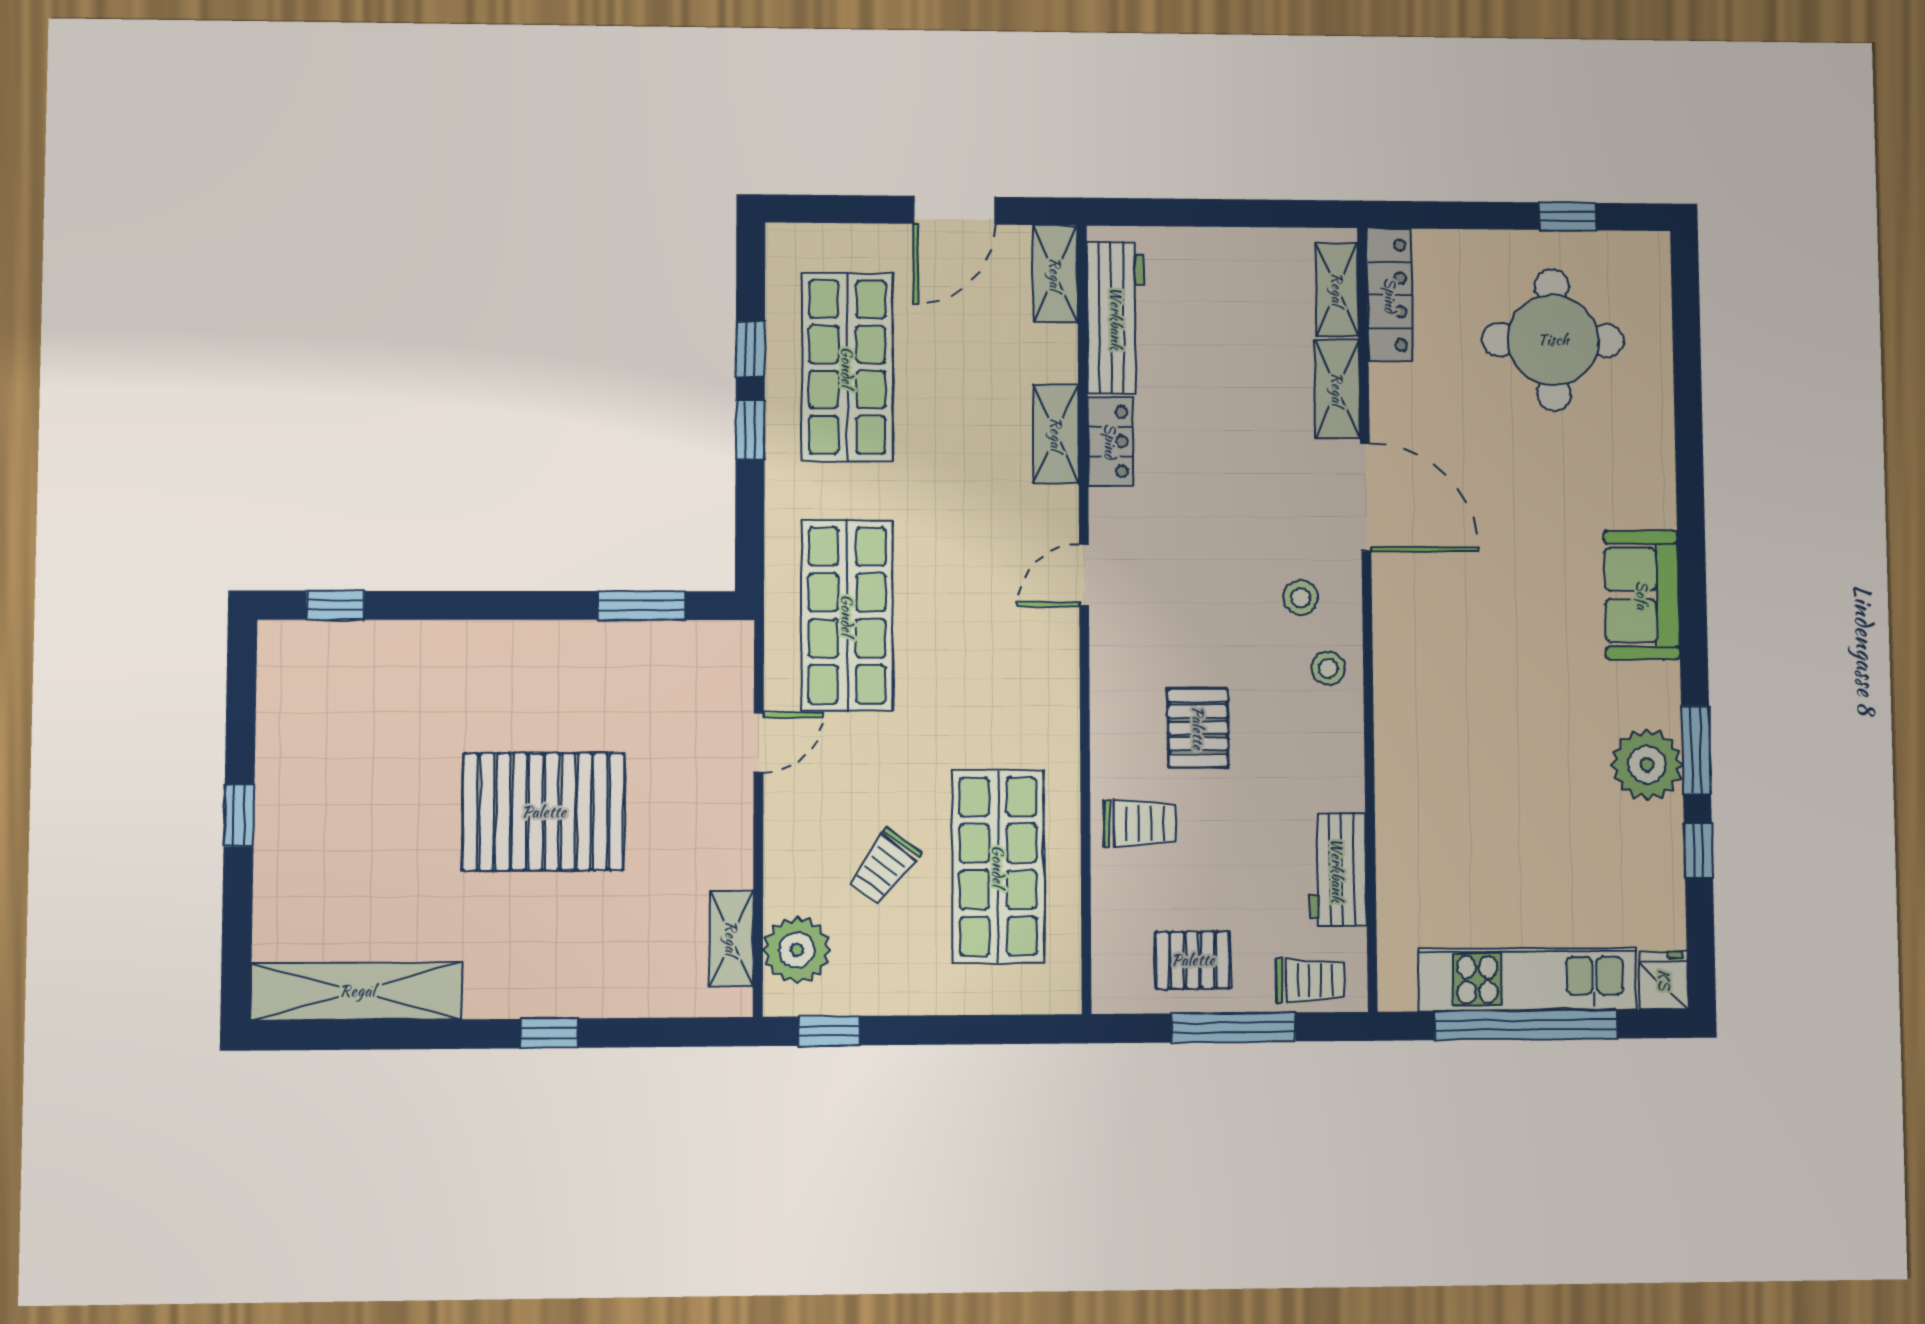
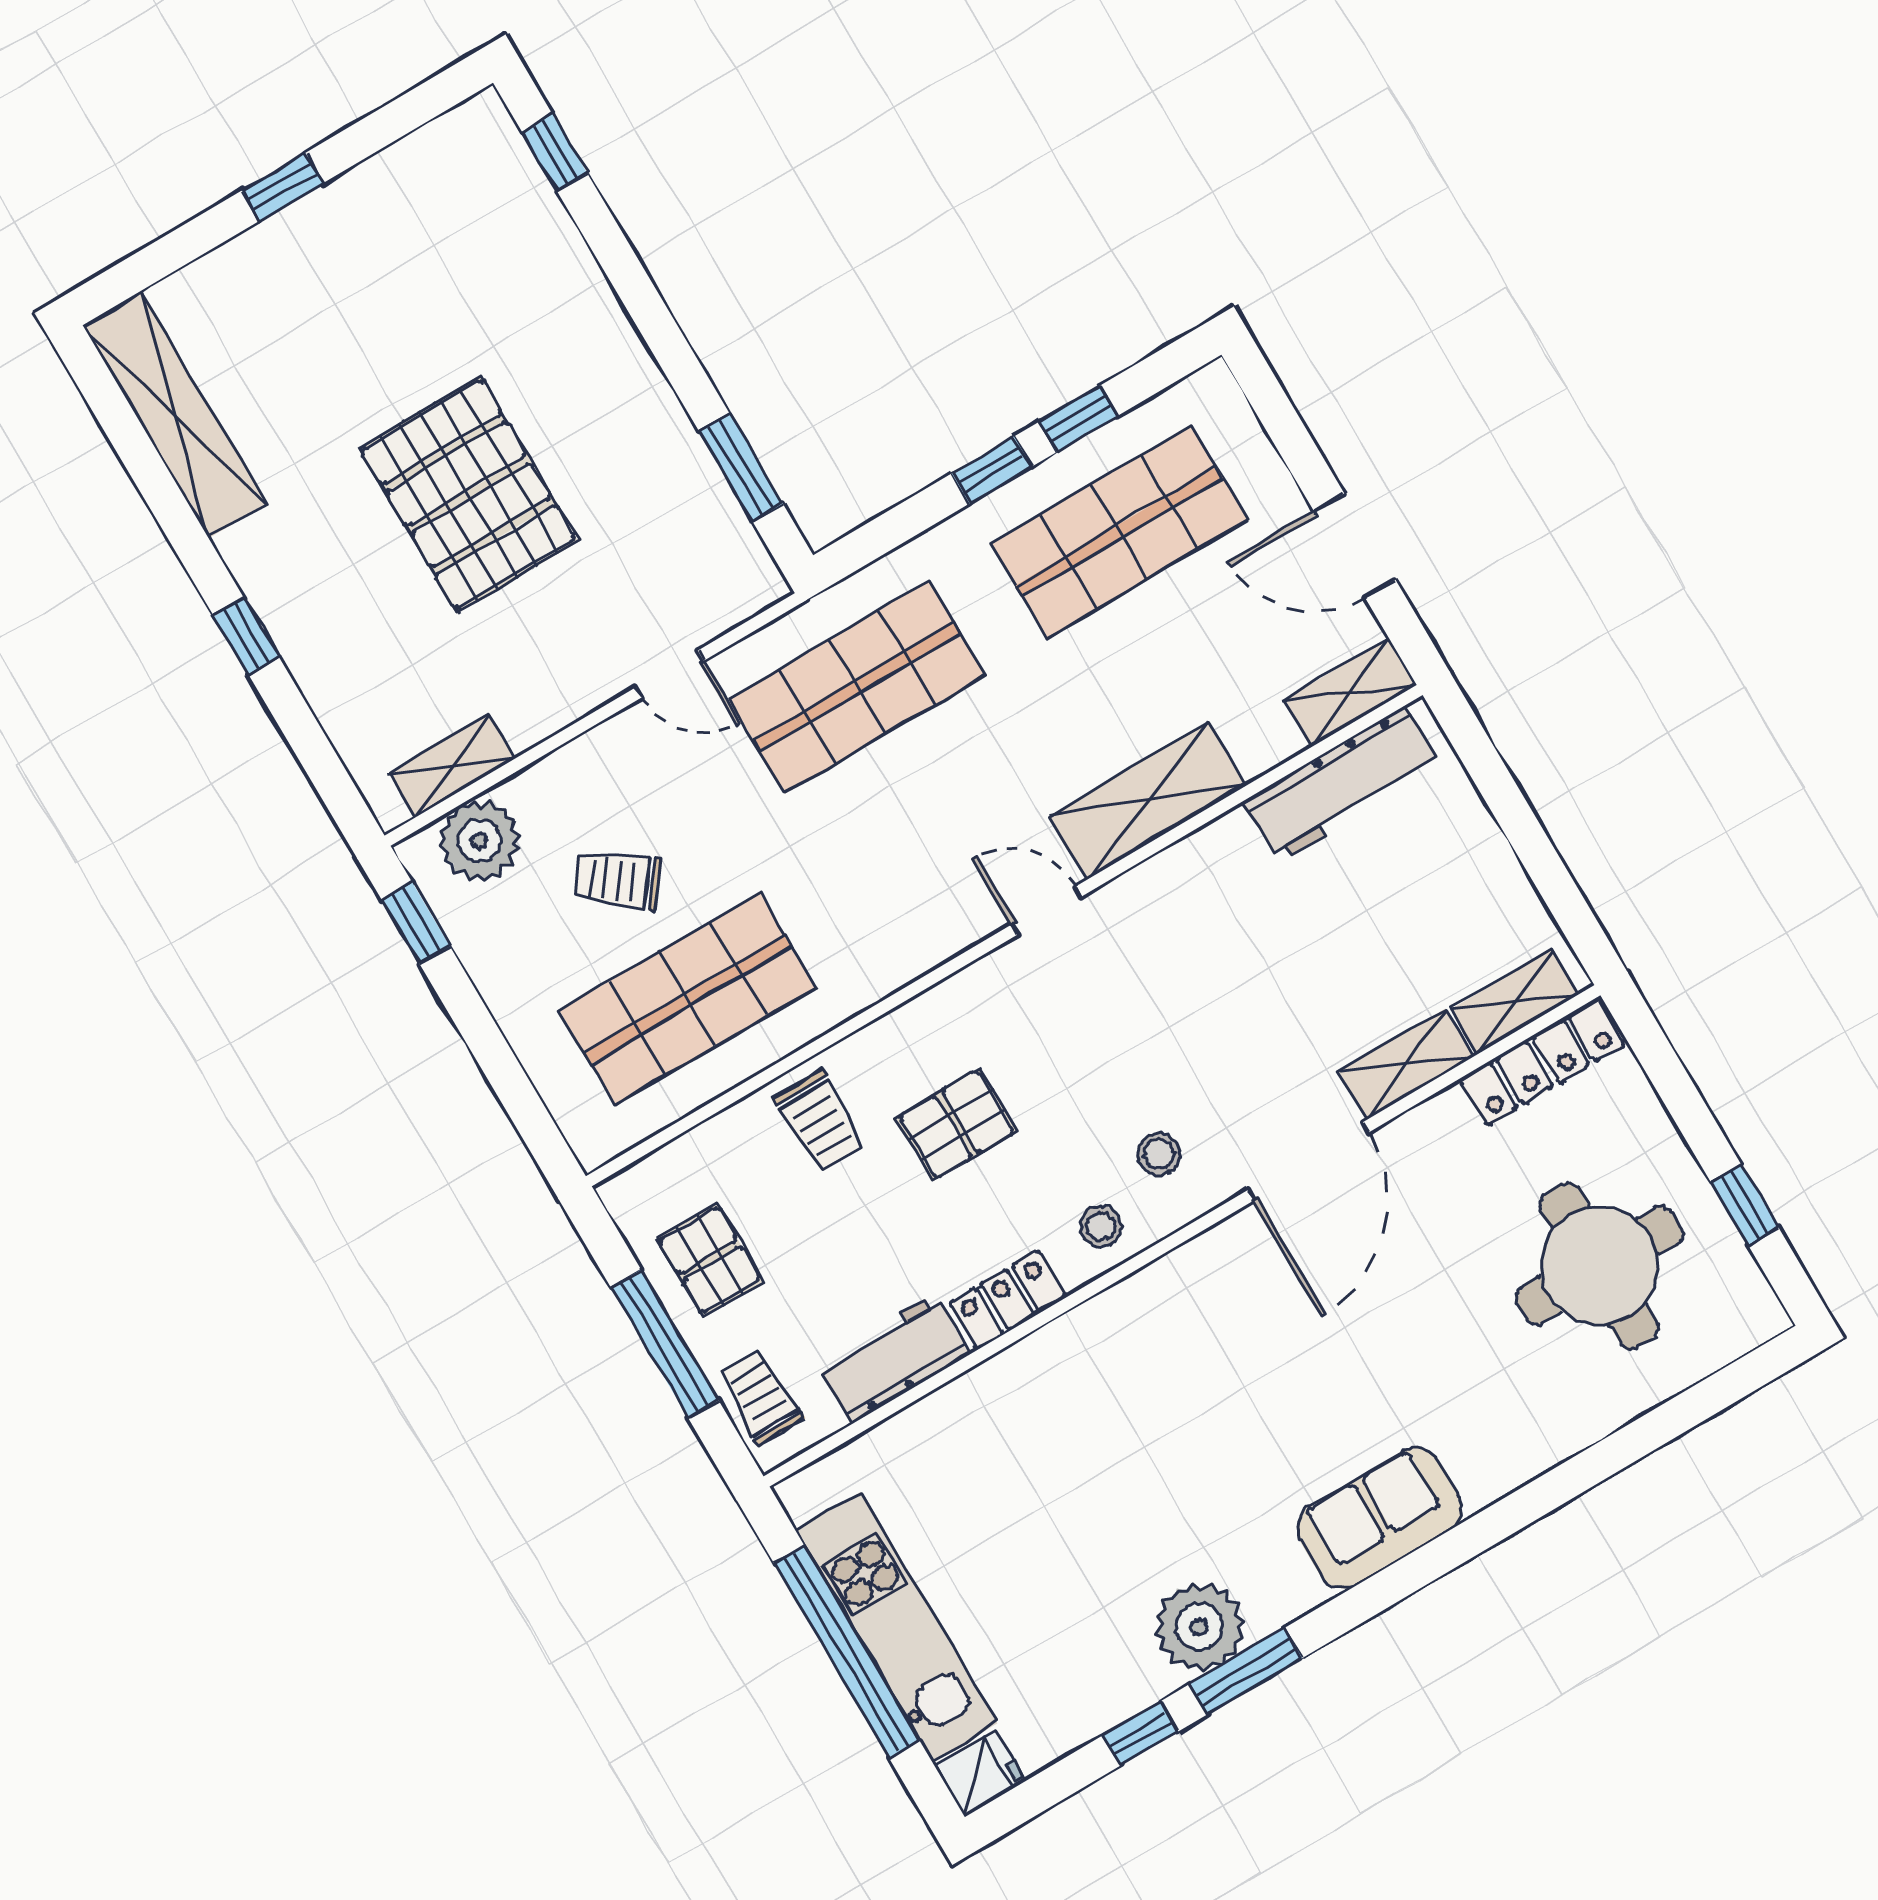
shelving: (1056, 434) -> (1148, 801), width x1.50, depth x1.33
locker: (1110, 441) -> (1008, 1300), moved, turned 180
trolley: (1310, 980) -> (761, 1396), turned 180

